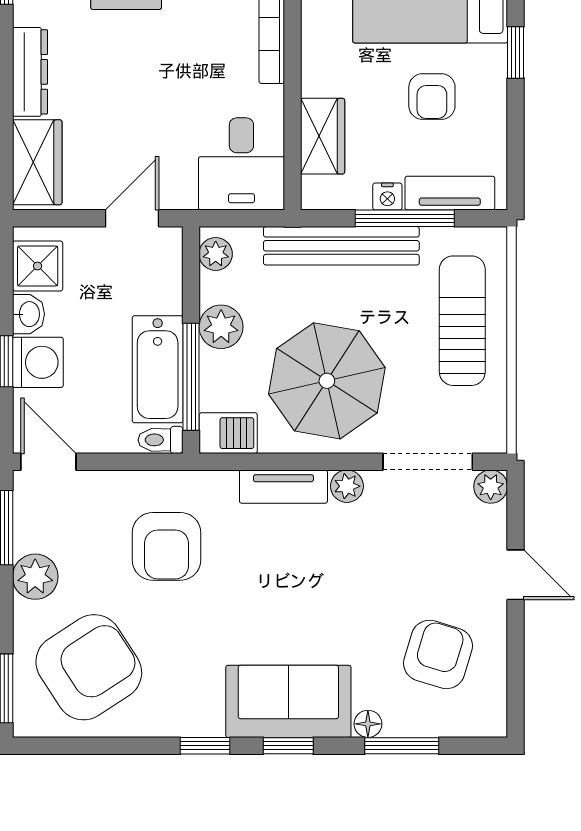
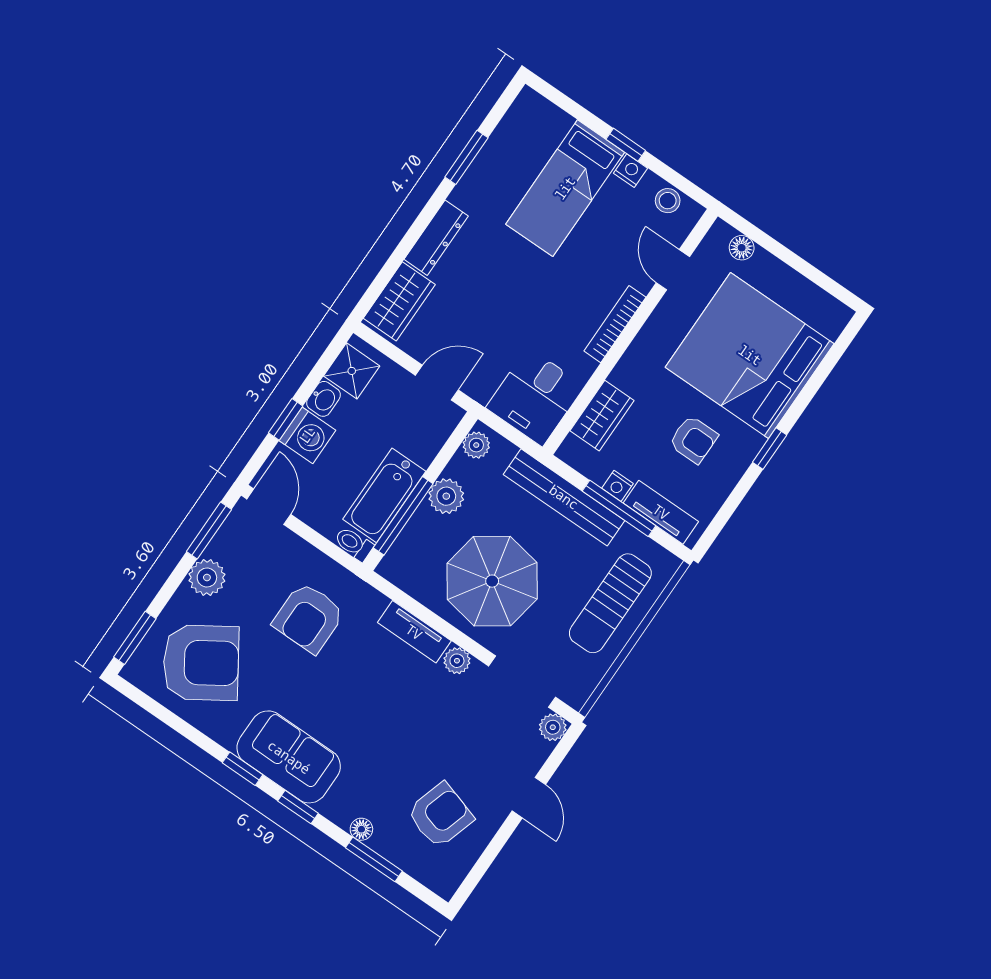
armchair: (432, 97) -> (693, 440), turned -90
sun lounger: (462, 321) -> (610, 603), turned 180
barbecue: (228, 433) -> (402, 571), removed
sofa: (288, 701) -> (289, 757), moved

